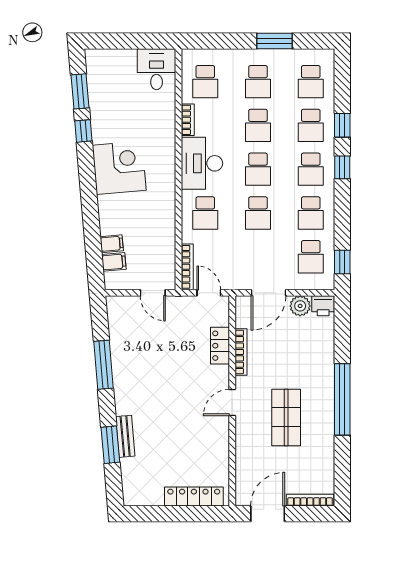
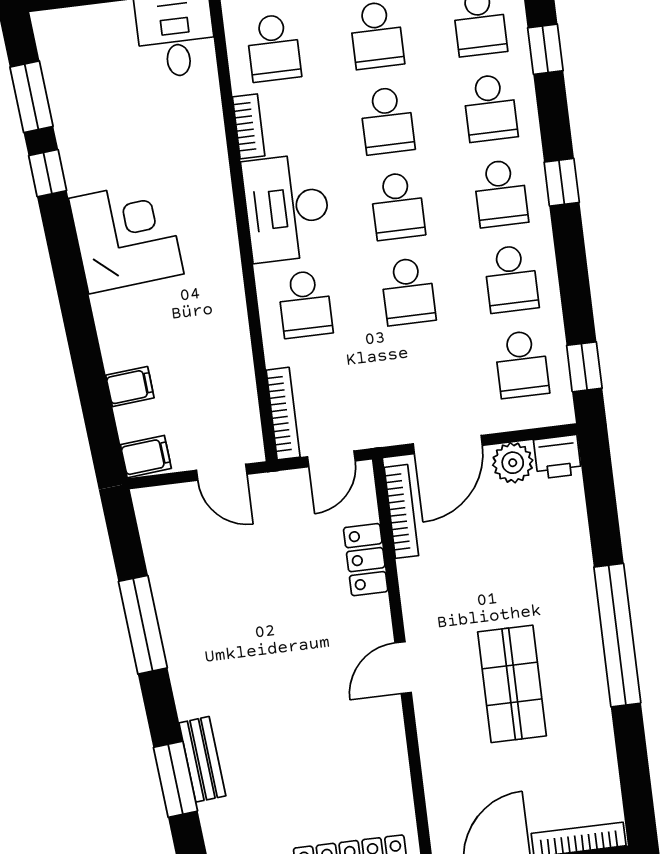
window: (342, 125) -> (545, 49), moved
filing cabinet: (114, 262) -> (146, 457), moved
door: (209, 293) -> (331, 459), swing flipped
bookcase: (241, 352) -> (401, 511), moved

